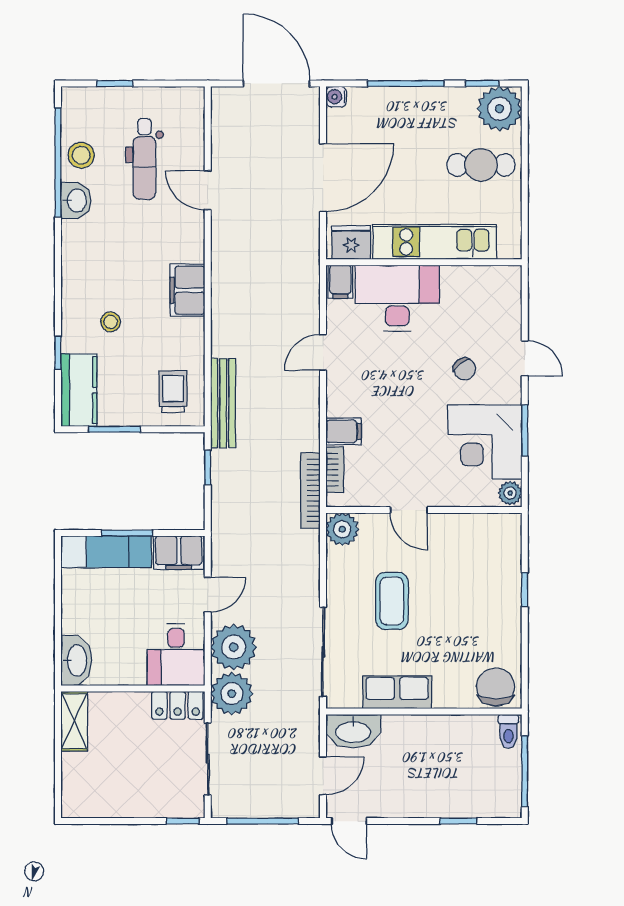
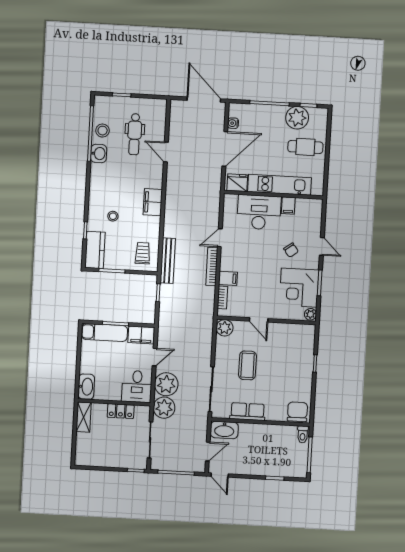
water cooler: (336, 97) -> (233, 123), moved
plant: (499, 109) -> (297, 118), moved
filing cabinet: (340, 282) -> (288, 206), moved
bookcase: (310, 490) -> (212, 267), moved
locker: (178, 705) -> (121, 411), moved

